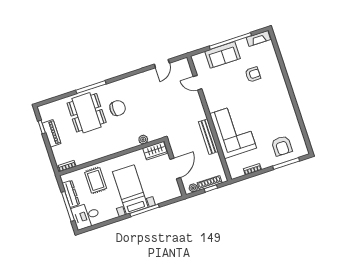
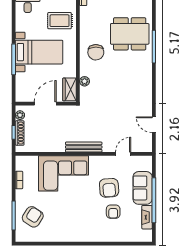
fireplace: (258, 39) -> (147, 217), moved
armchair: (232, 85) -> (109, 188), added
chair: (118, 108) -> (96, 52), moved
bench: (208, 137) -> (84, 147), moved
armchair: (282, 146) -> (33, 217), turned 123
door: (175, 168) -> (45, 104), swing flipped

